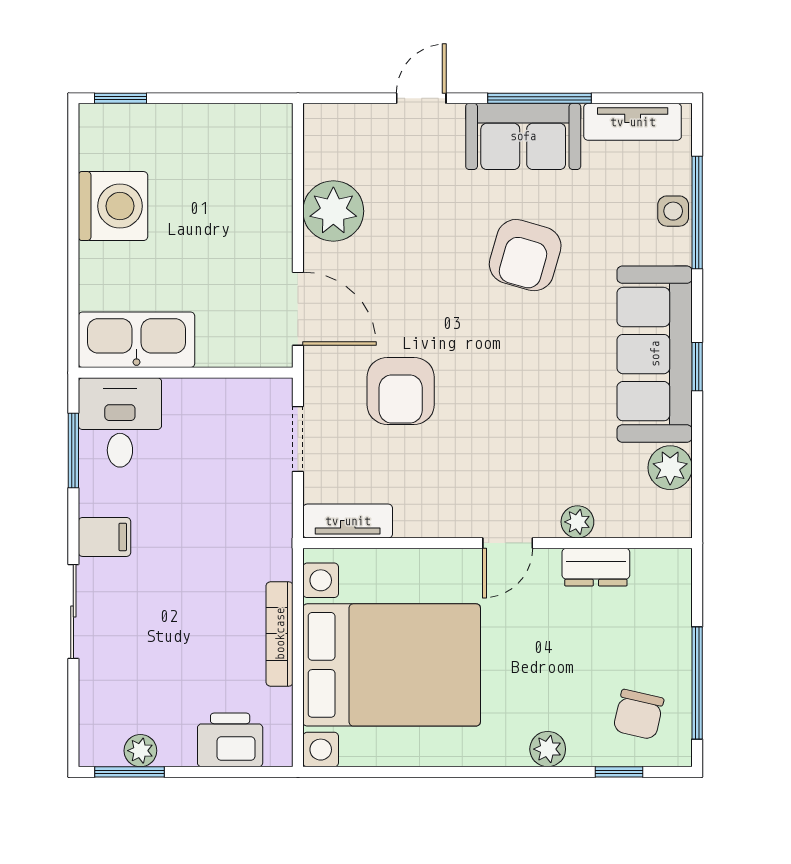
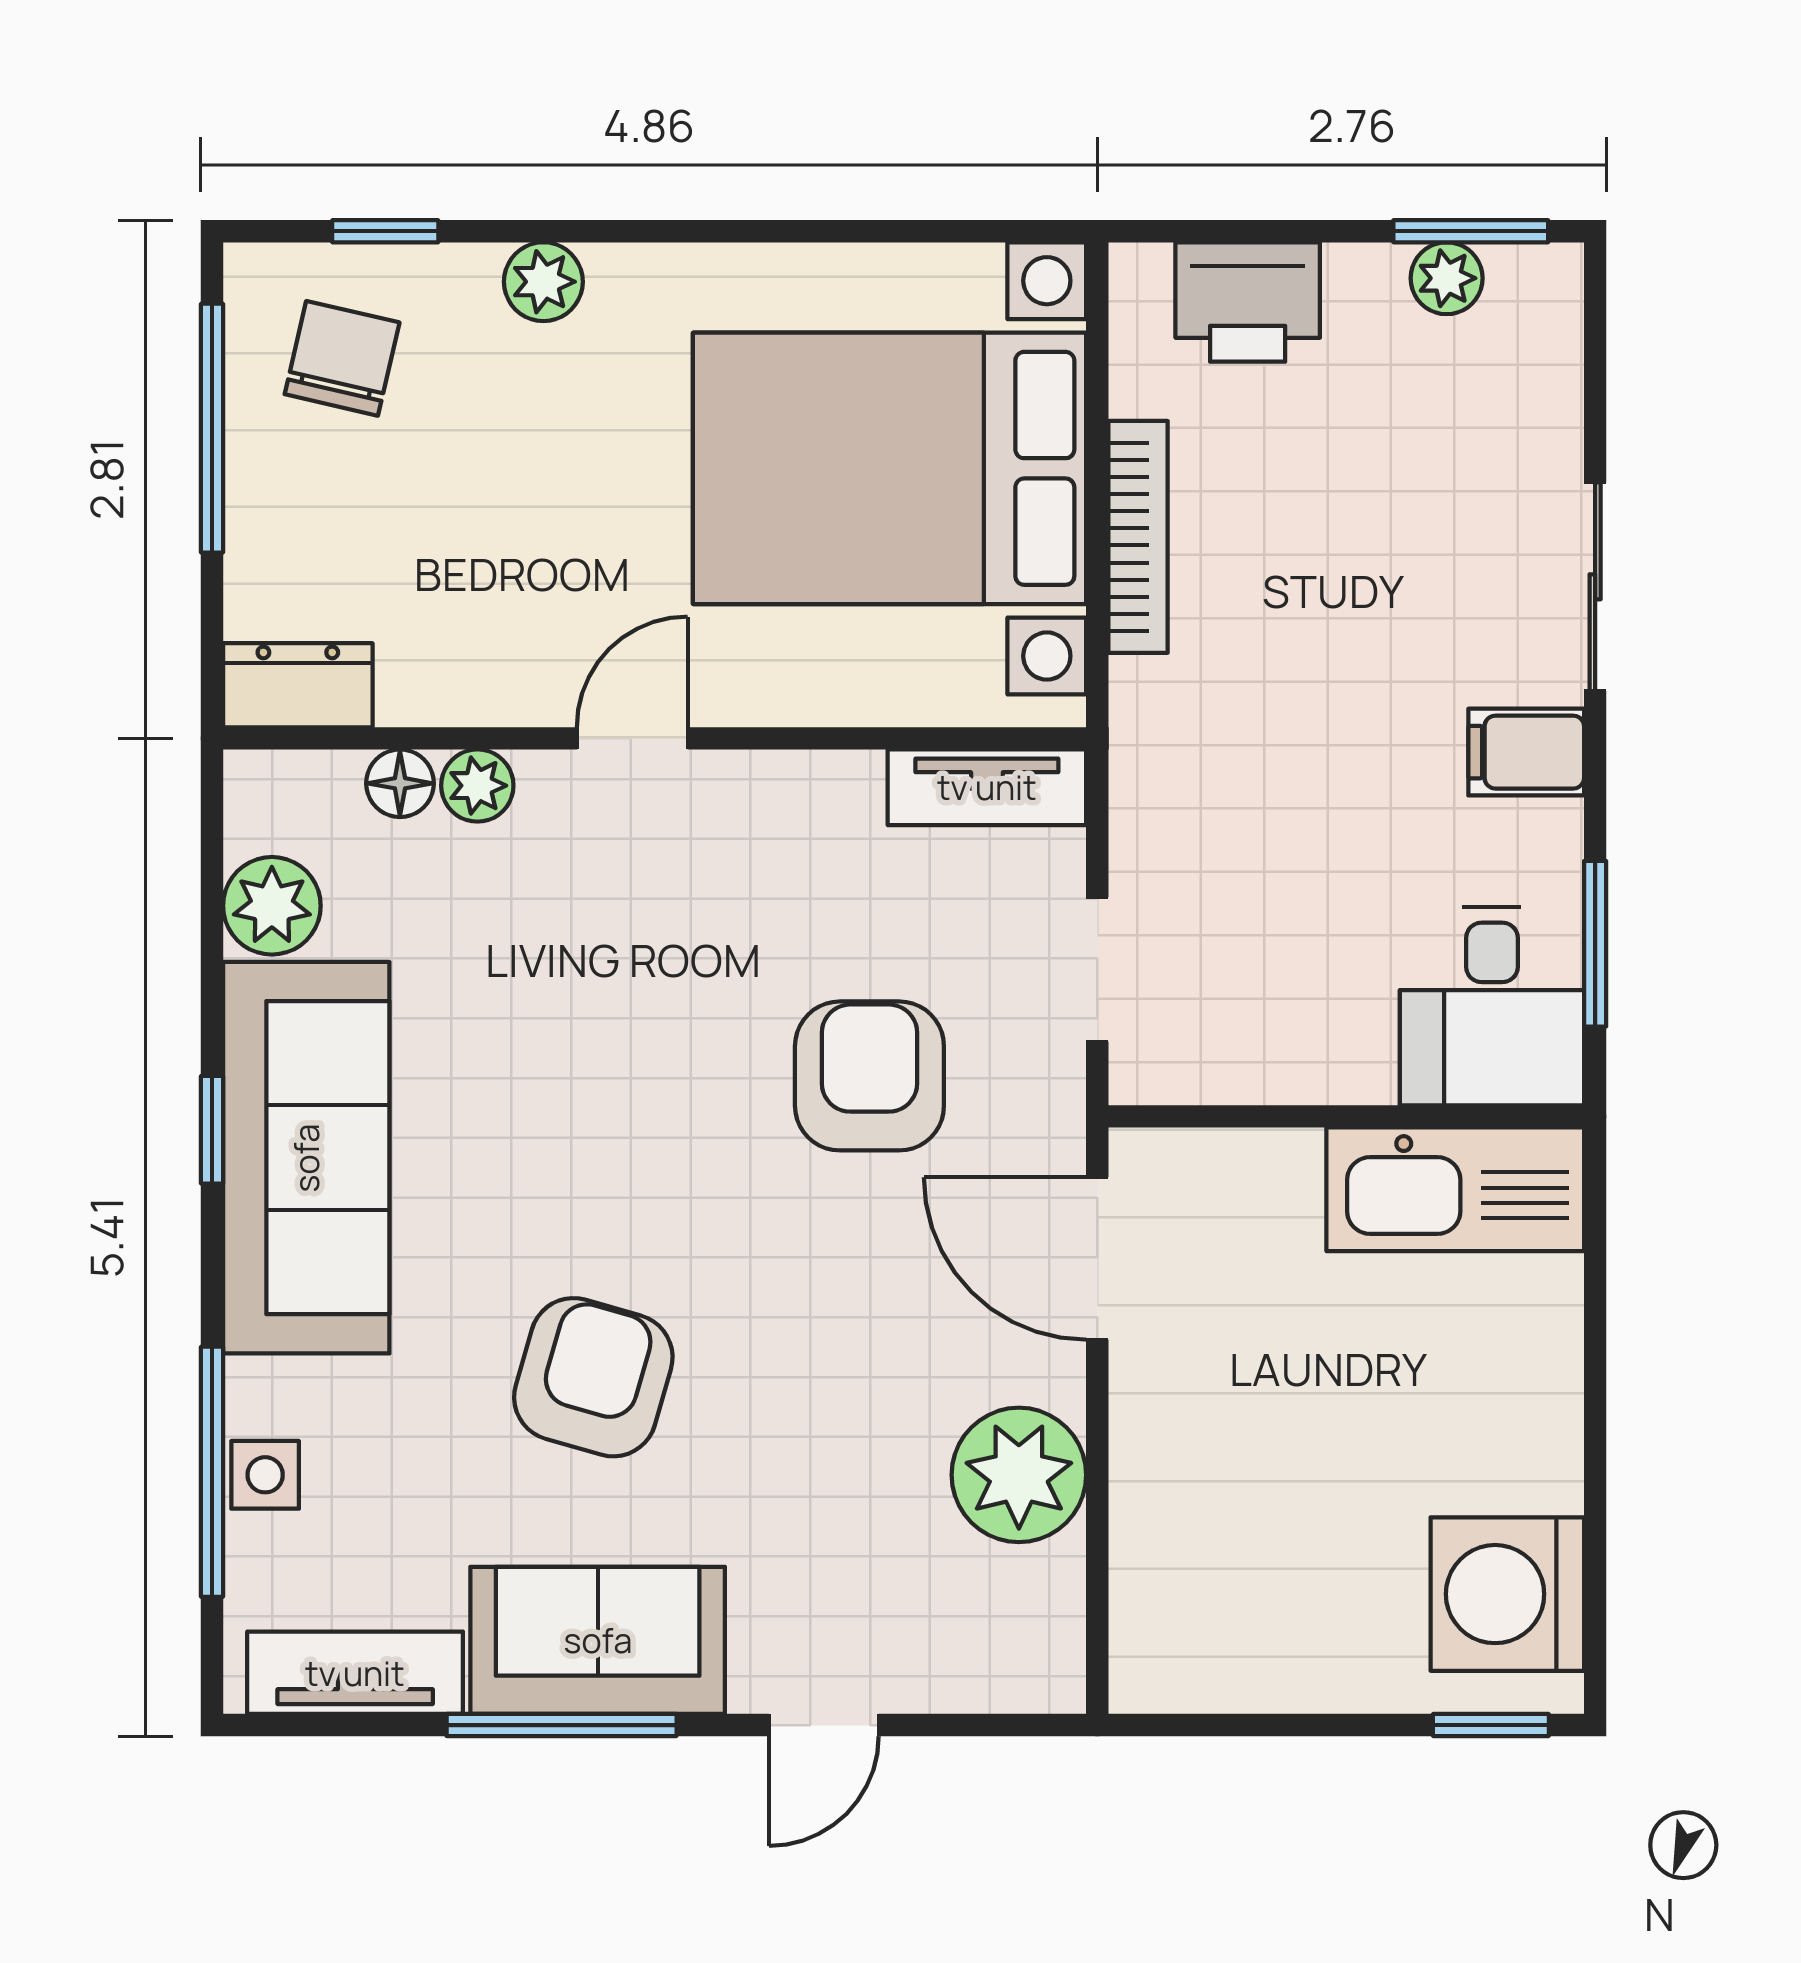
washing machine: (113, 206) -> (1507, 1594), moved
floor lamp: (612, 523) -> (400, 783), added
dresser: (596, 567) -> (298, 685), moved

